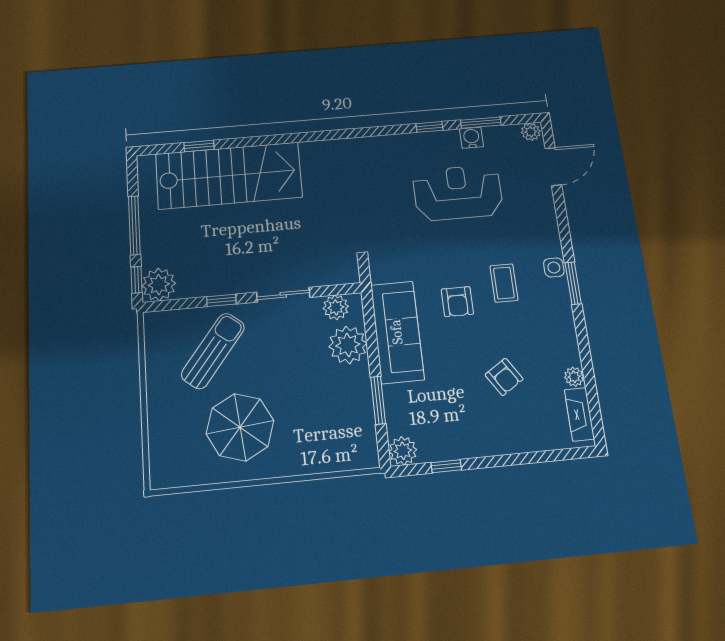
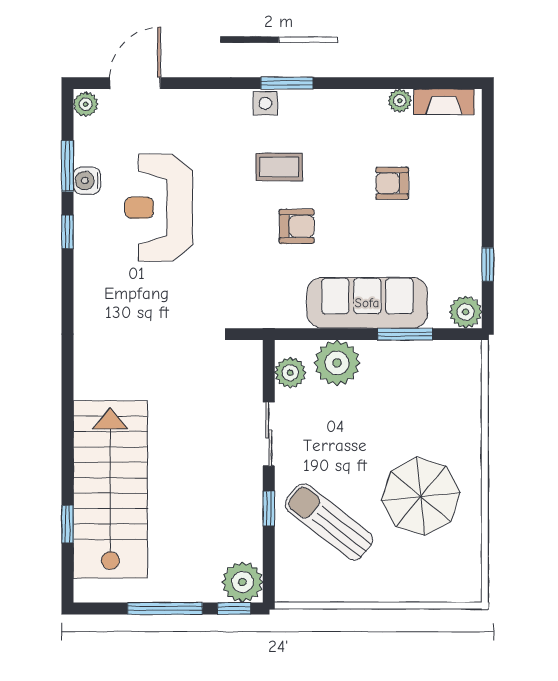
door: (553, 167) -> (135, 83), hinge flipped
sofa: (397, 332) -> (367, 303), moved
armchair: (504, 377) -> (392, 183), turned -147

